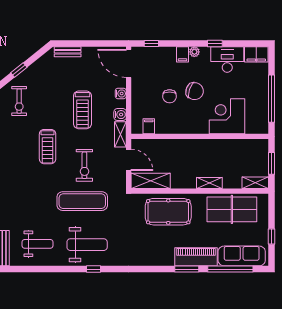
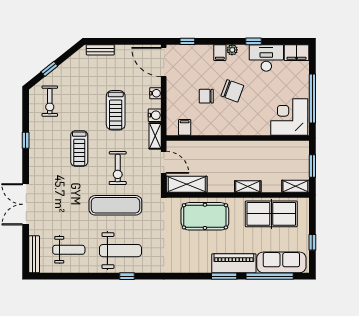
chair: (170, 96) -> (206, 96), turned 90
corner desk: (227, 116) -> (289, 117), moved

